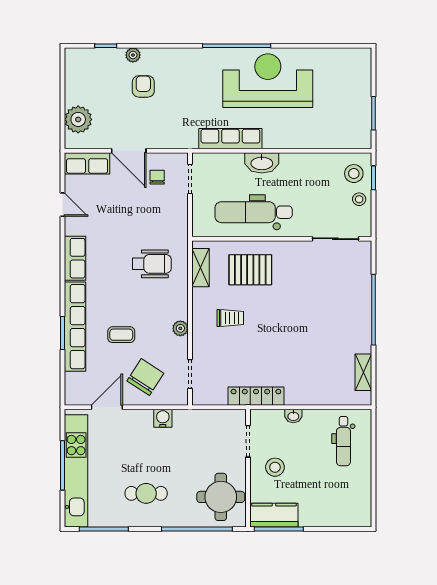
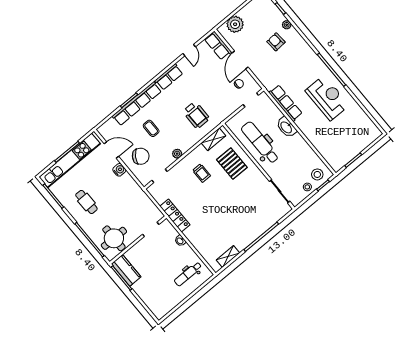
reception desk: (268, 81) -> (327, 98), width x0.74, depth x0.77
armchair: (143, 86) -> (276, 42), turned -94
water cooler: (163, 418) -> (119, 170), moved
stool: (275, 467) -> (149, 252), removed

